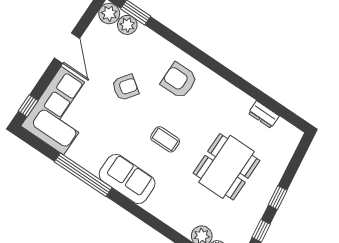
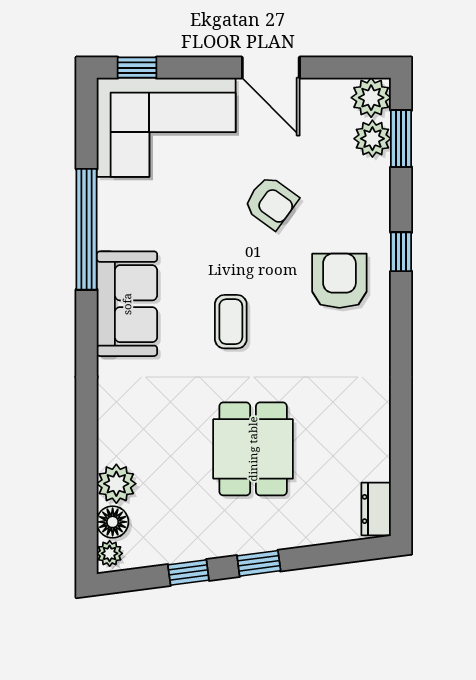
window: (185, 45) -> (401, 252), added
door: (67, 48) -> (271, 68), hinge flipped
dresser: (264, 115) -> (376, 509), moved
dining table: (227, 167) -> (253, 449), width x0.73

